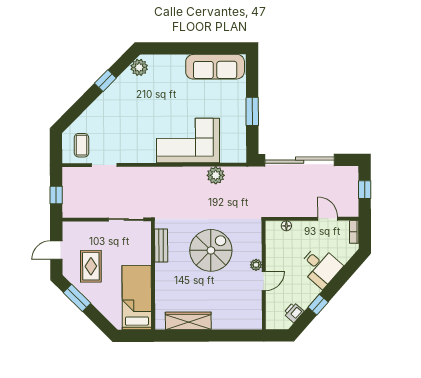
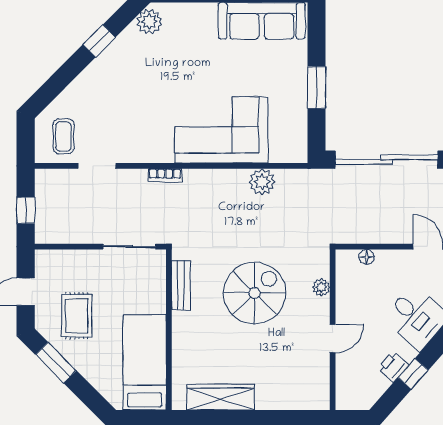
bookcase: (150, 171) -> (165, 175), added
plant: (256, 265) -> (321, 287), moved
printer: (294, 312) -> (393, 367), moved

